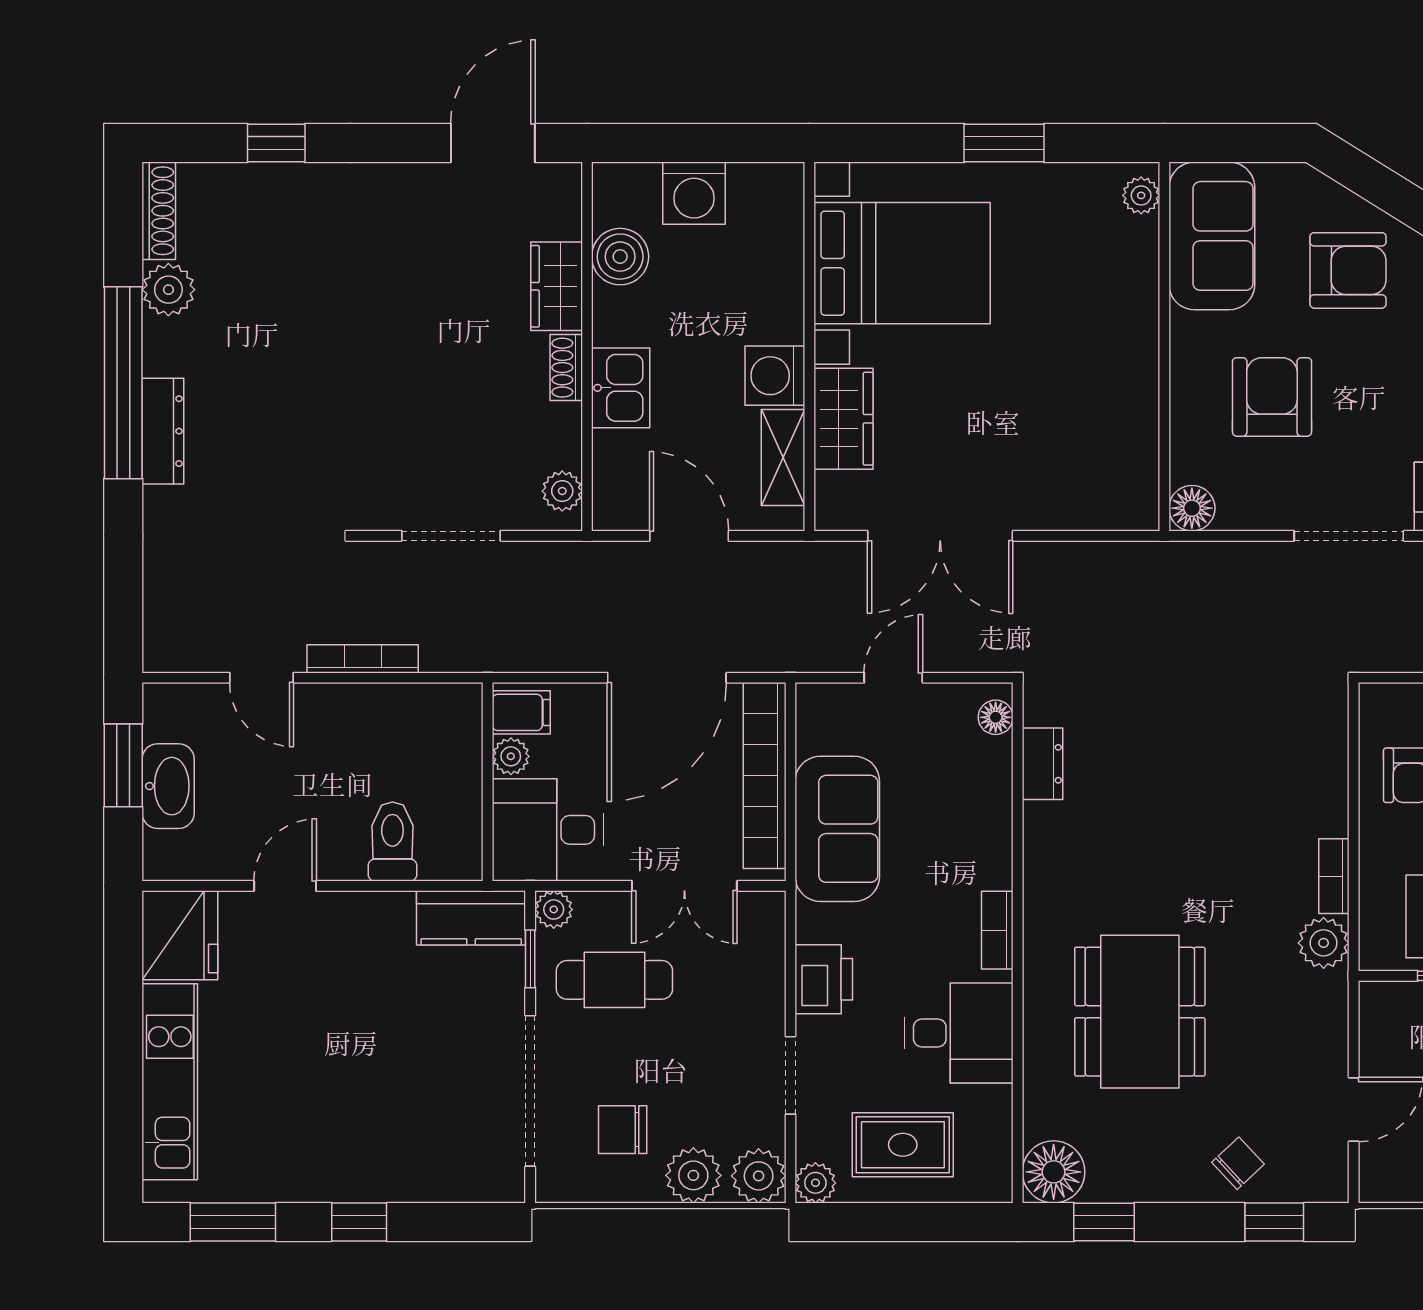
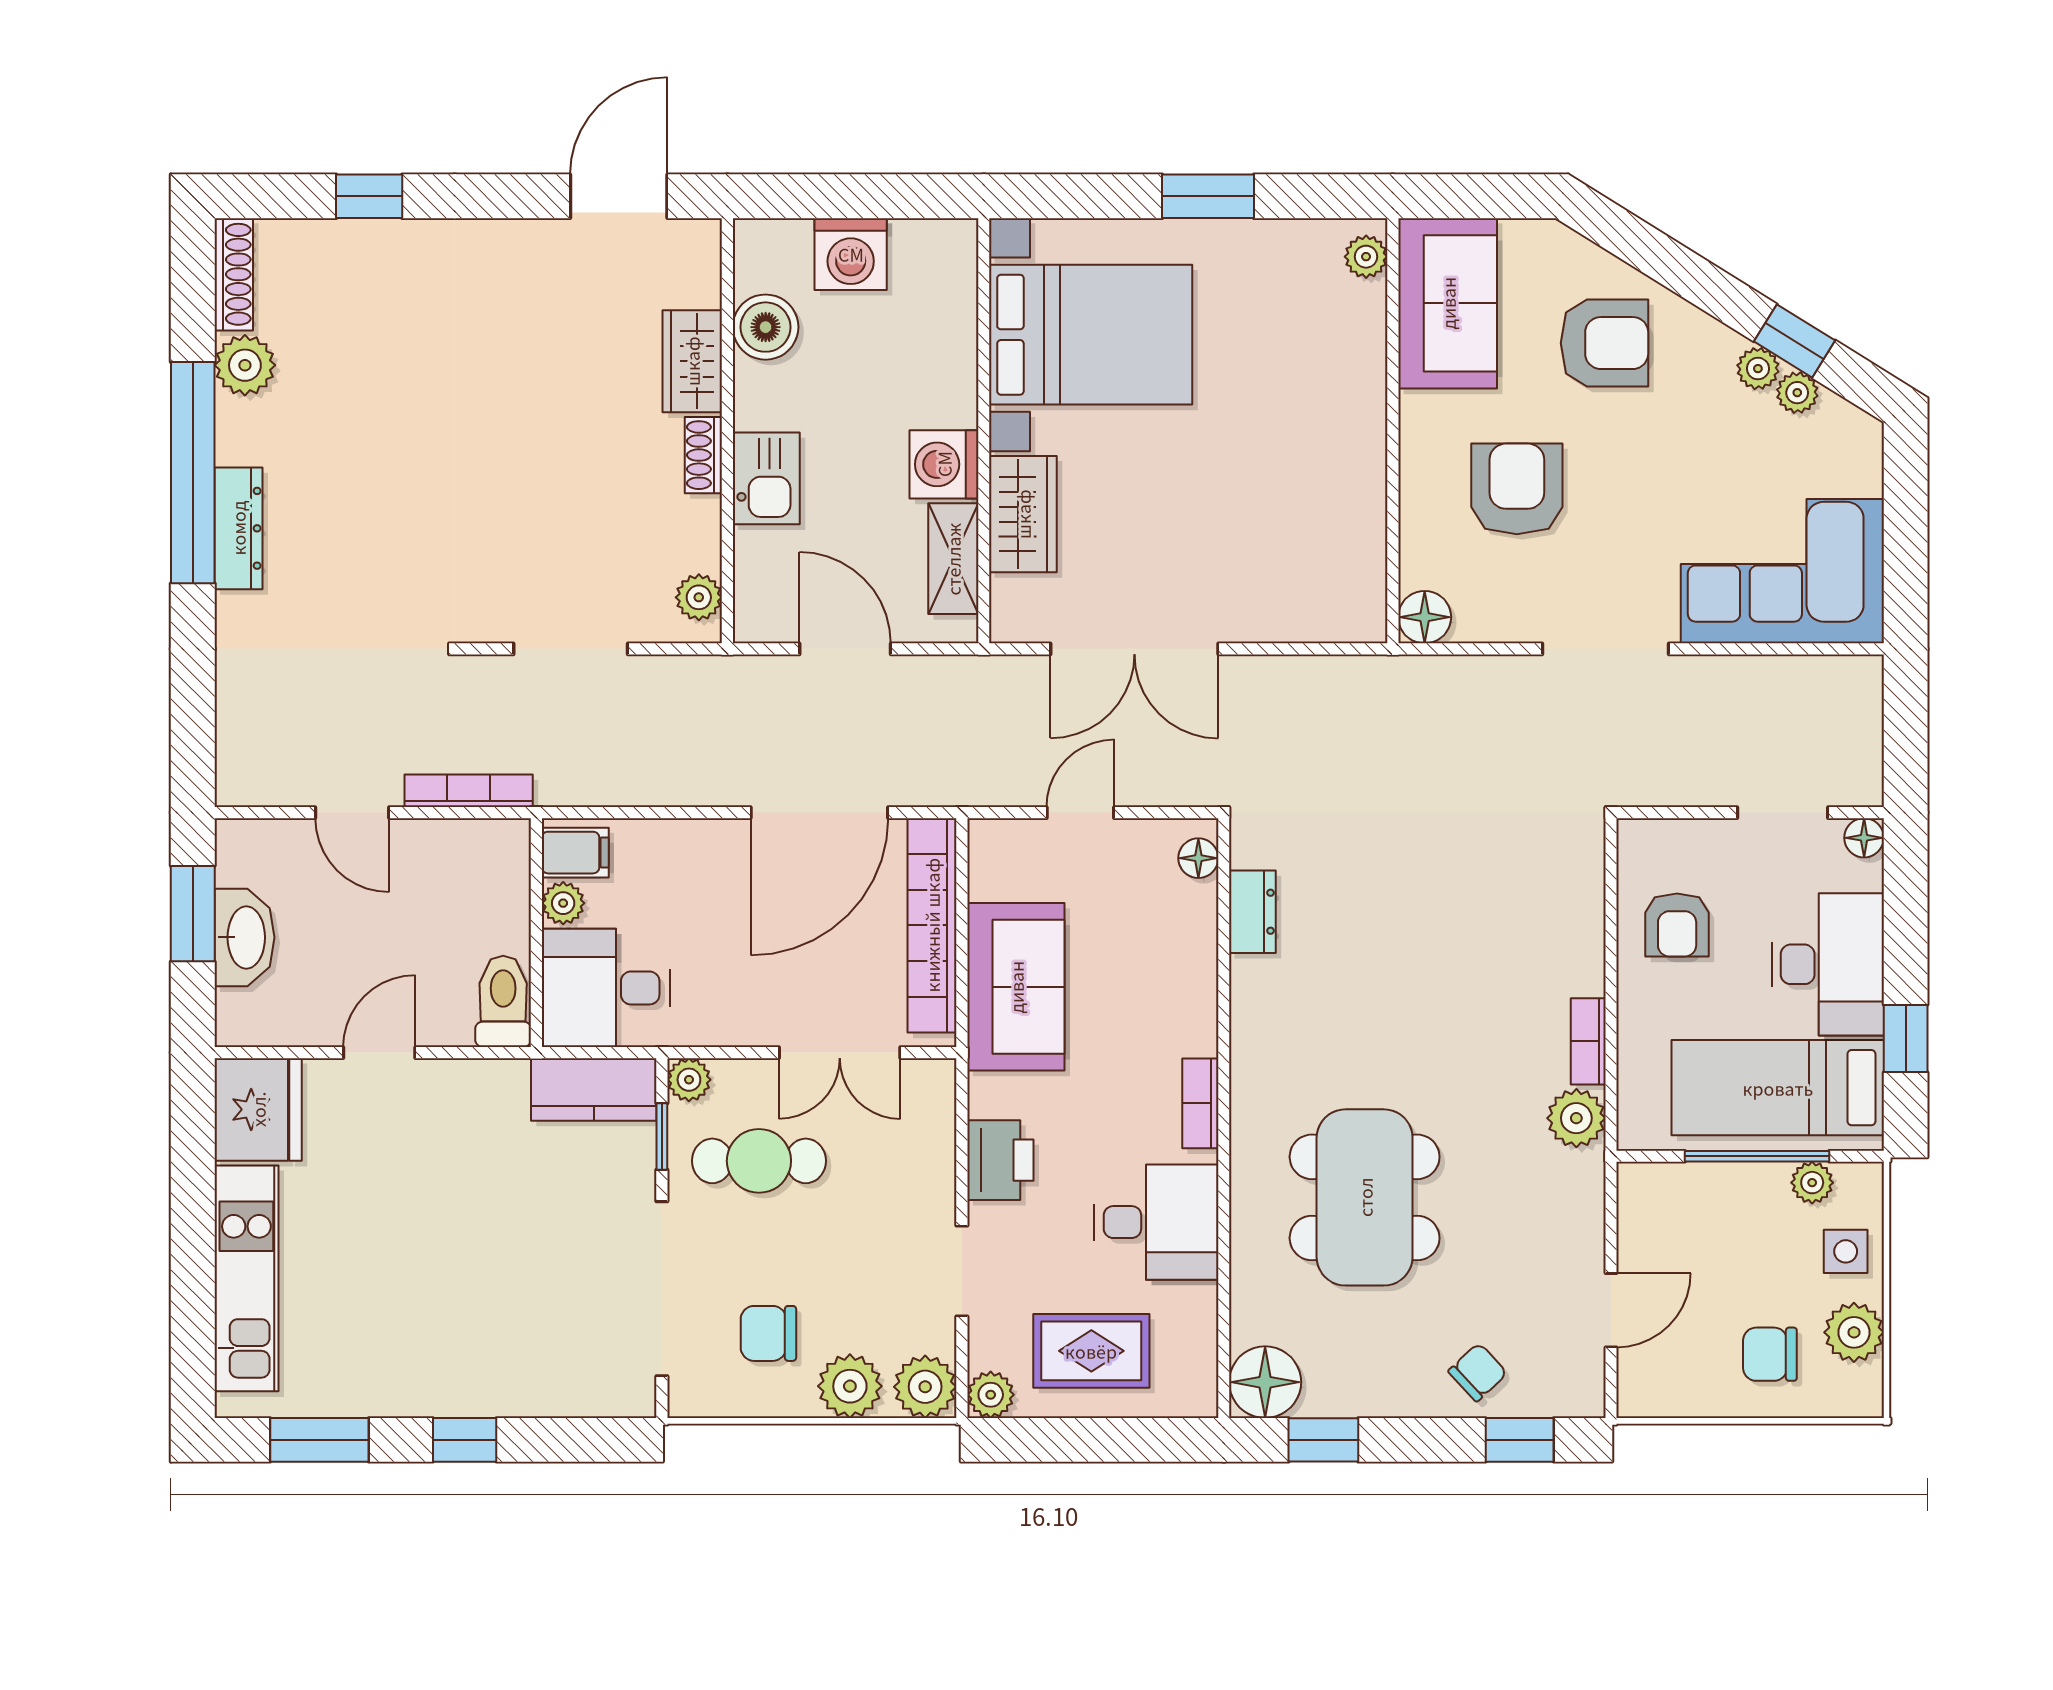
filing cabinet: (521, 712) -> (575, 853), moved
plant: (511, 756) -> (563, 903), moved
wall: (488, 782) -> (536, 933), moved
desk: (548, 830) -> (606, 988), moved

